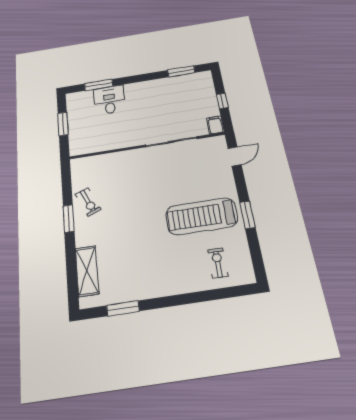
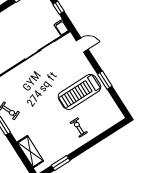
door: (234, 156) -> (82, 45), hinge flipped
exercise bike: (218, 263) -> (79, 127), moved

